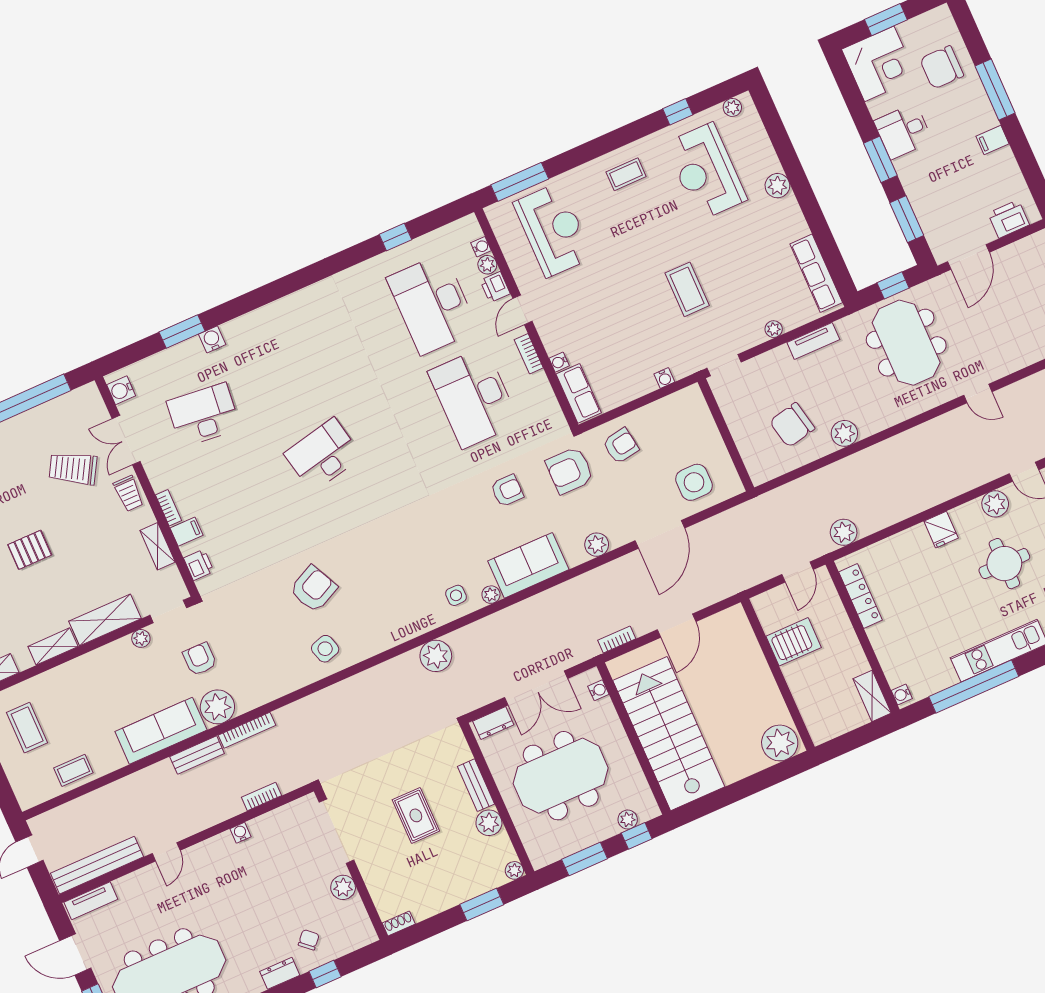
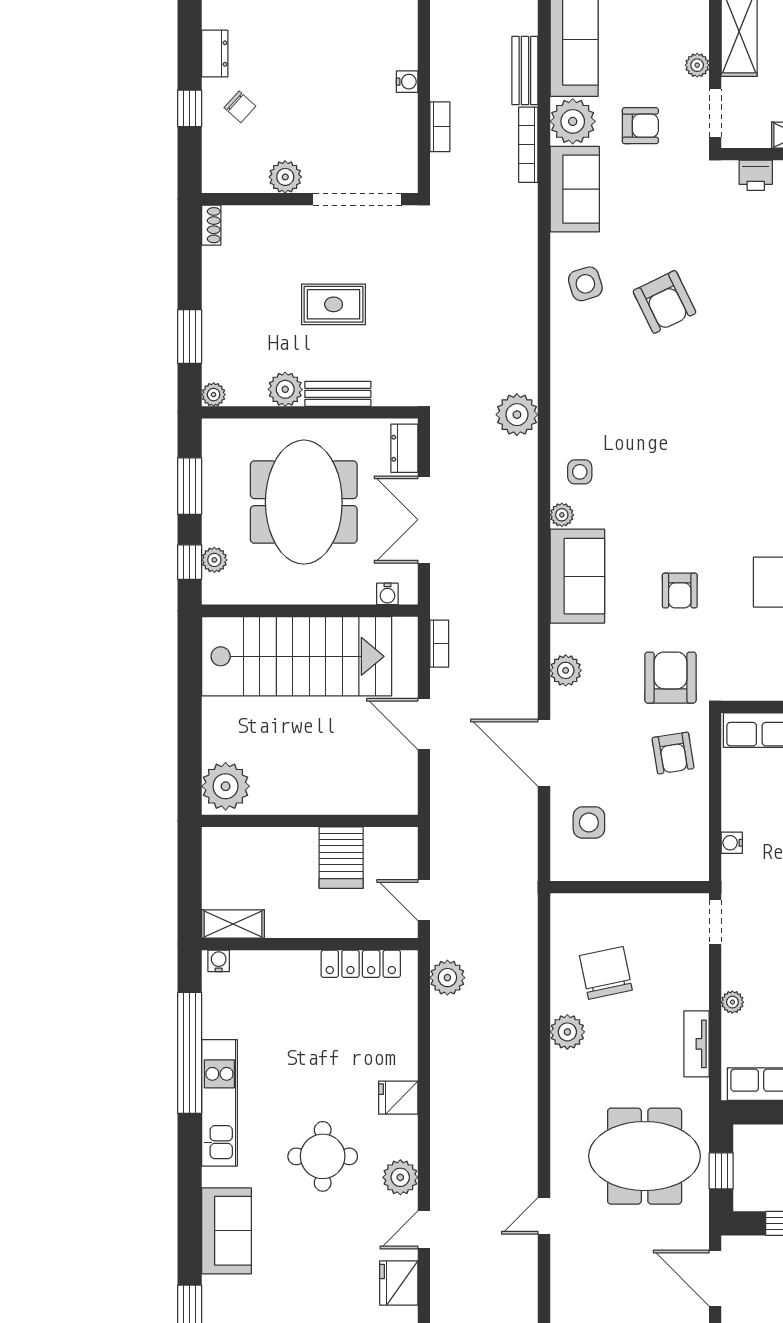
side table: (694, 482) -> (589, 822), width x0.73, depth x0.73
sofa: (263, 685) -> (575, 189), added

